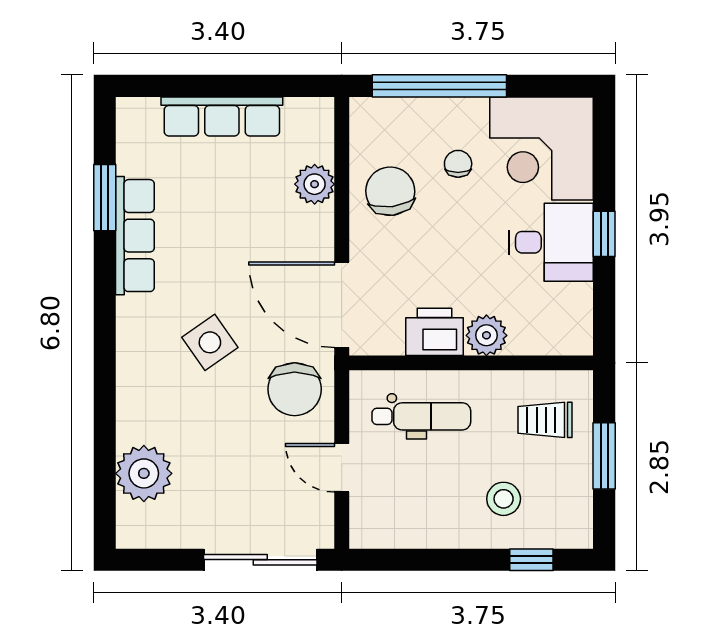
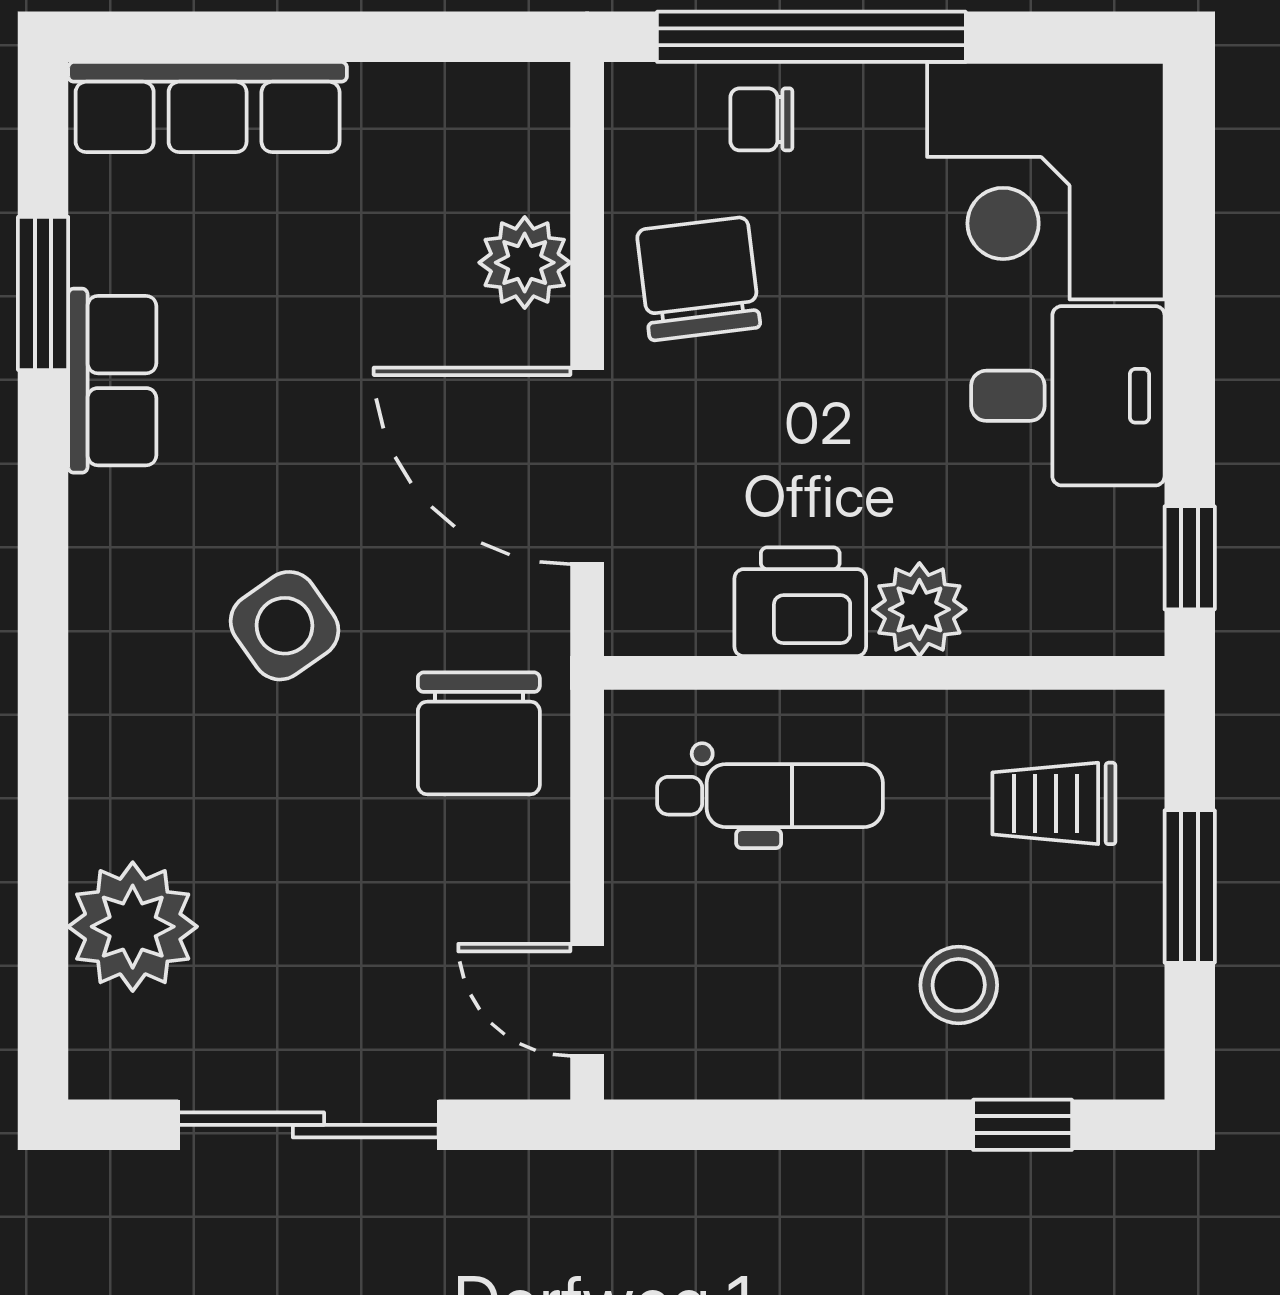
row of seats: (222, 116) -> (208, 107), moved
chair: (458, 164) -> (761, 119), moved, turned -90
window: (604, 234) -> (1190, 558), moved
row of seats: (135, 236) -> (112, 381), width x0.68
door: (342, 305) -> (587, 466), moved
door: (342, 468) -> (587, 1000), moved
sliding door: (260, 560) -> (308, 1125), moved

